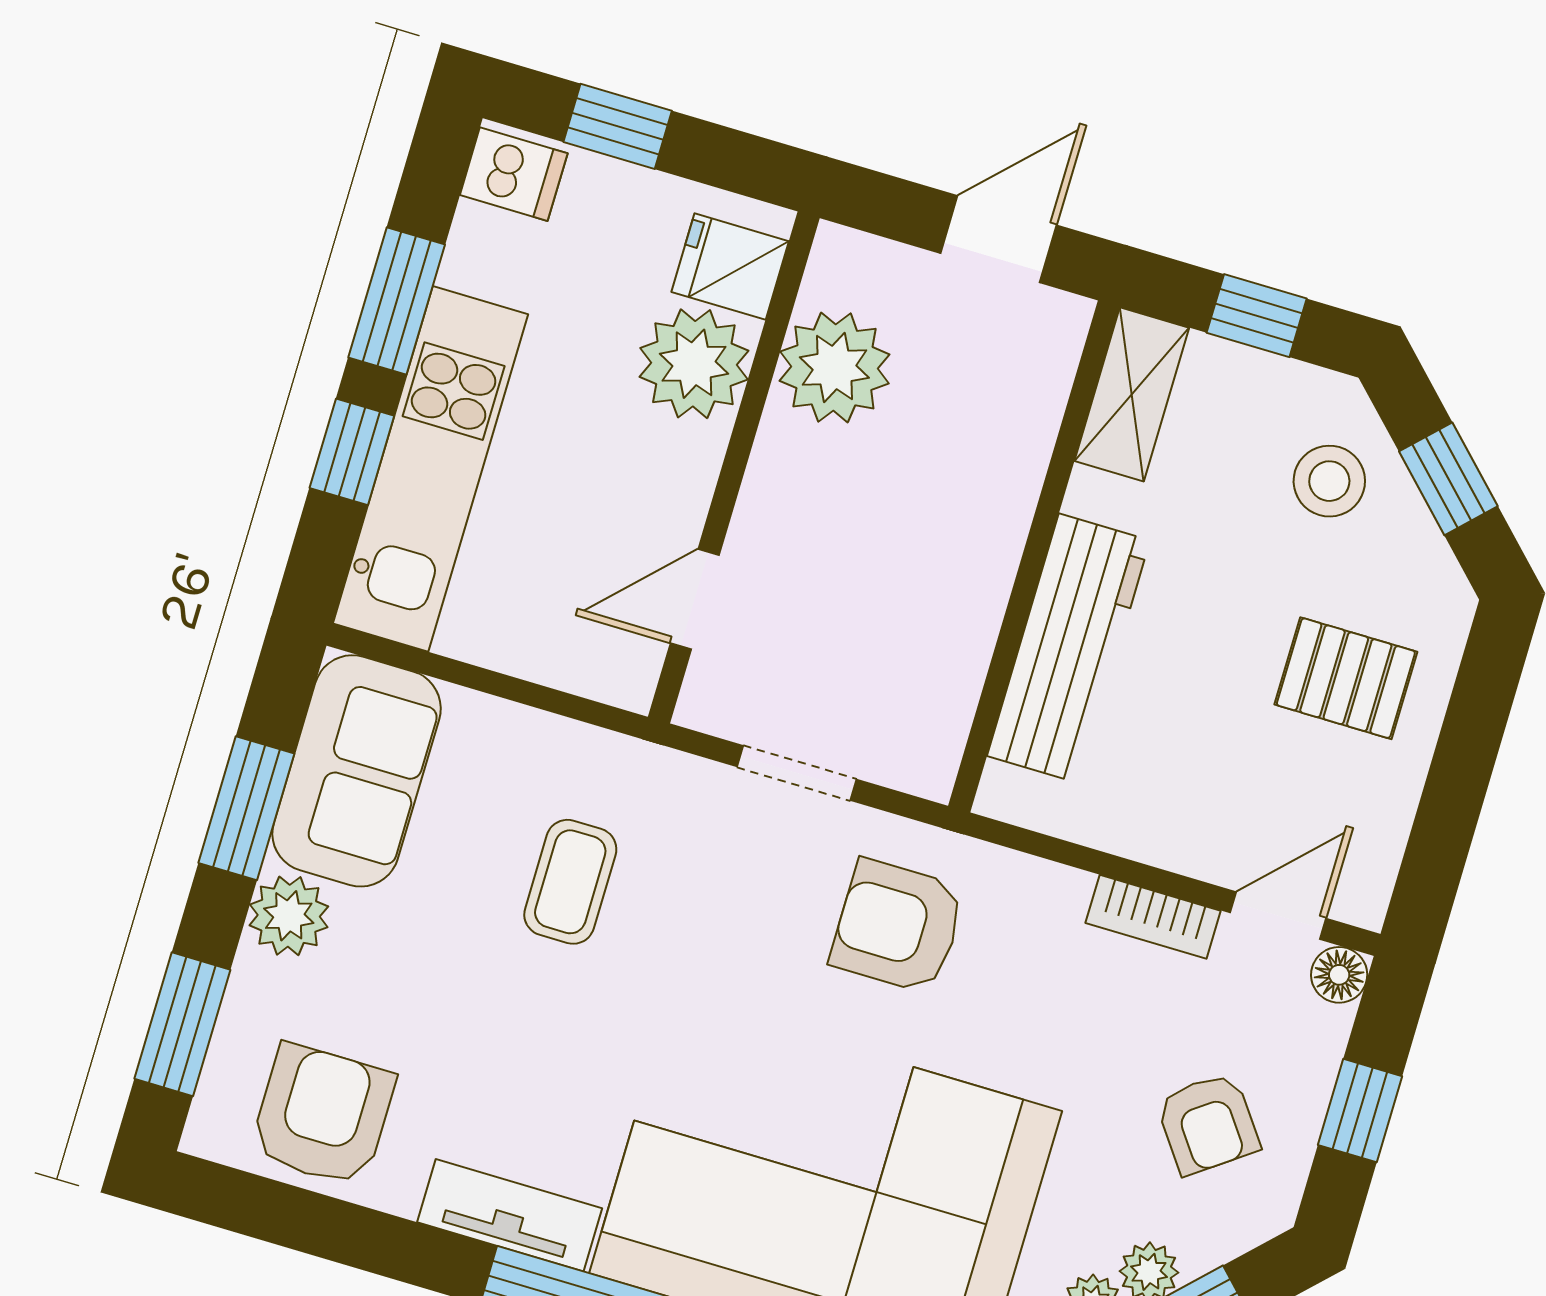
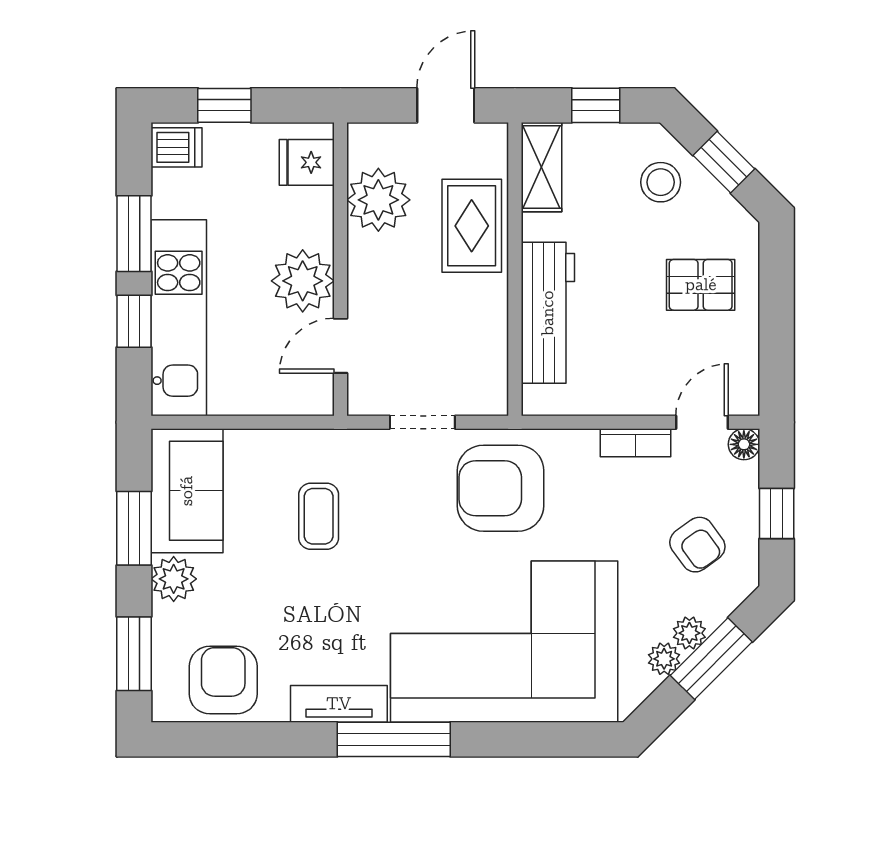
plant: (694, 364) -> (303, 281), moved
rug: (982, 460) -> (472, 226), added
armchair: (898, 926) -> (501, 488), width x1.36, depth x1.36

